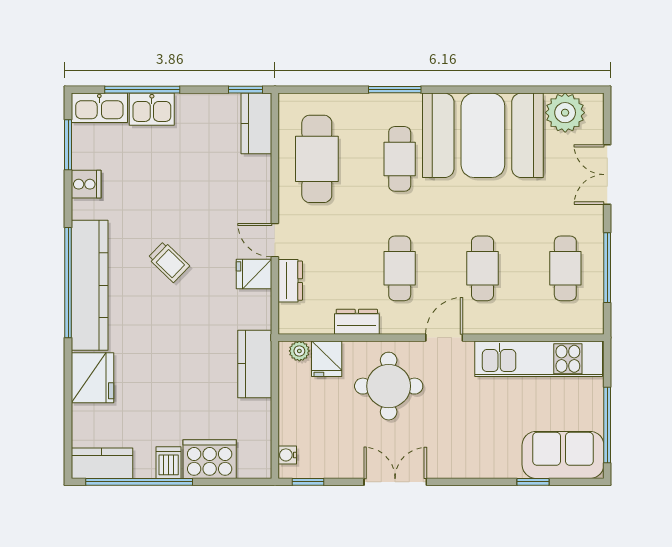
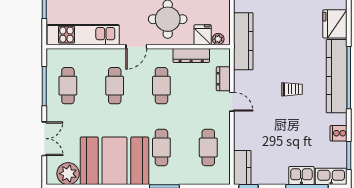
cafe table: (317, 159) -> (208, 147), width x0.73, depth x0.74
trolley: (169, 262) -> (292, 89), turned 136
fridge: (254, 274) -> (244, 82), removed
dresser: (357, 322) -> (191, 56), width x1.44
kitchen counter: (255, 364) -> (243, 41), width x1.50

